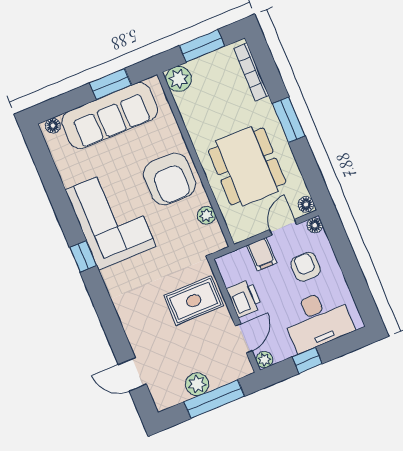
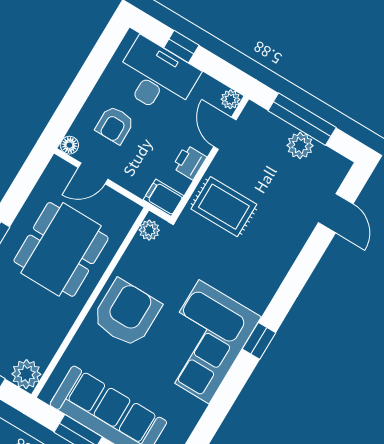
floor lamp: (306, 204) -> (56, 168), removed
plant: (206, 215) -> (149, 230), moved
filing cabinet: (262, 254) -> (163, 198), moved, turned -90
printer: (244, 298) -> (189, 162), width x0.73, depth x0.81
door: (244, 338) -> (225, 133), hinge flipped
window: (307, 360) -> (181, 47), moved

